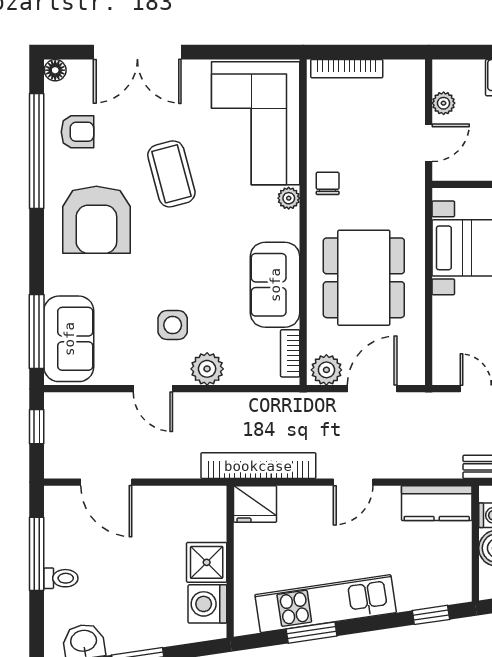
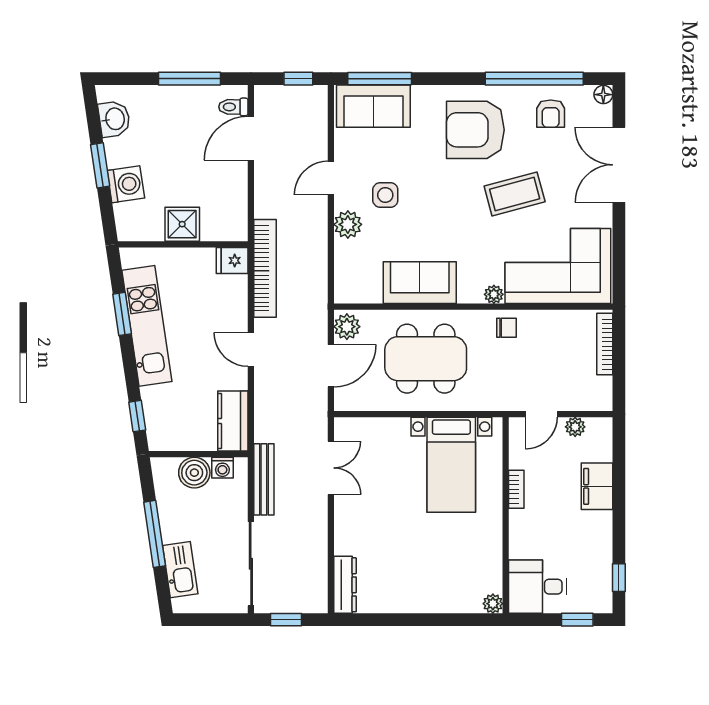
door: (429, 143) -> (541, 414), hinge flipped
bookcase: (290, 353) -> (361, 296), removed
door: (372, 389) -> (331, 366), hinge flipped
fridge: (255, 504) -> (232, 260), width x0.72
toilet: (61, 578) -> (233, 107), moved, turned 90
washing machine: (207, 604) -> (126, 184), moved, turned 82

